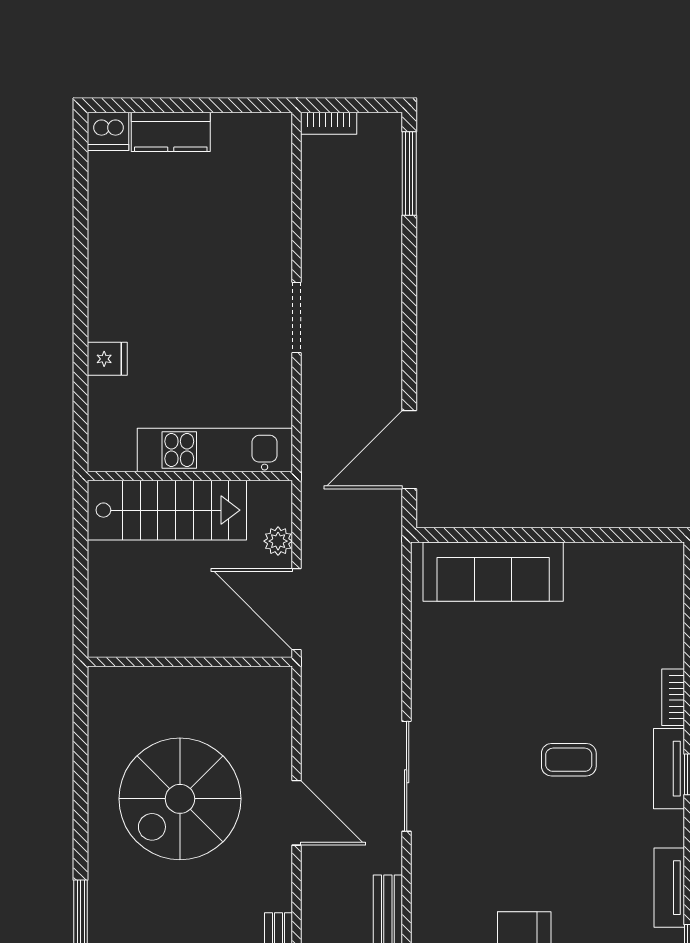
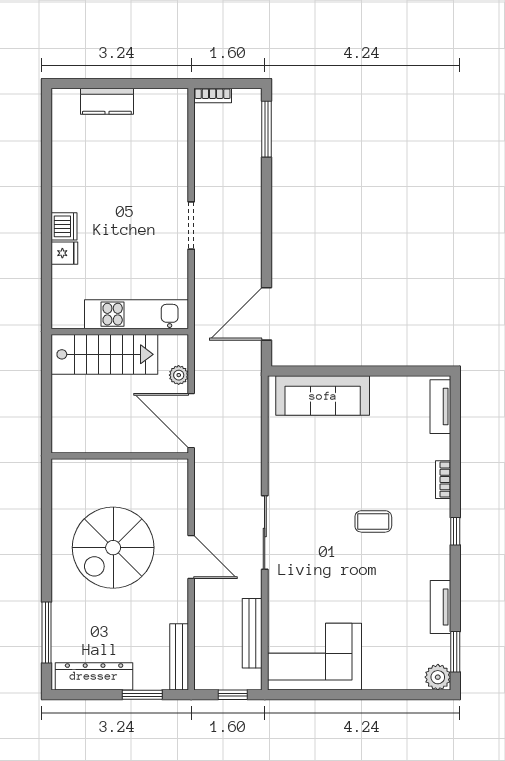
dishwasher: (108, 131) -> (64, 226), moved, turned -90
tv unit: (669, 769) -> (440, 407), moved

